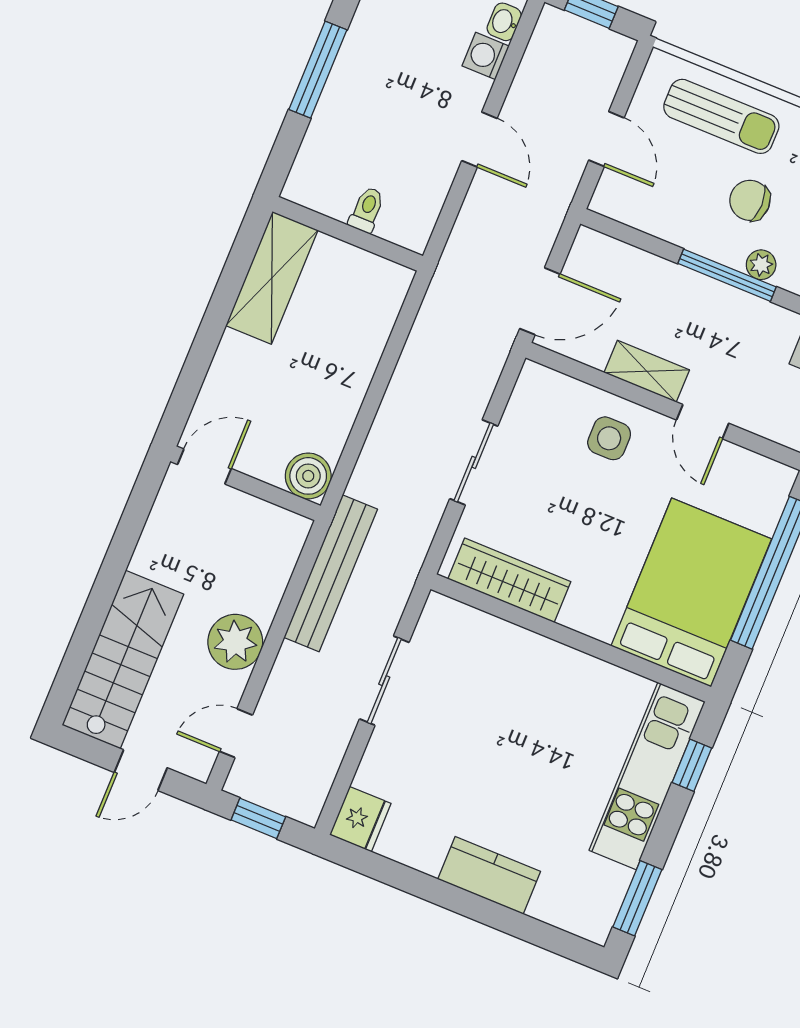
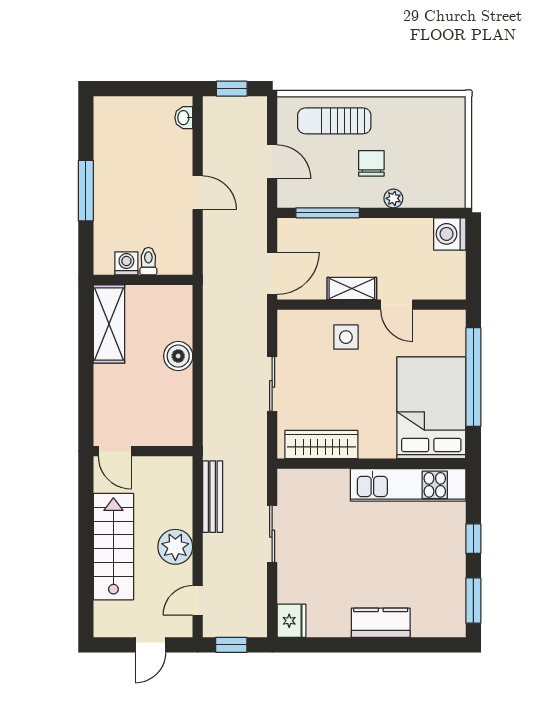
washing machine: (486, 56) -> (126, 263), moved, turned 90
sun lounger: (721, 116) -> (334, 121), turned 180
chair: (750, 200) -> (371, 163), turned 90
window: (727, 275) -> (328, 213), moved
door: (204, 467) -> (115, 451), swing flipped
boiler: (308, 476) -> (178, 356), moved
bench: (331, 573) -> (213, 497), width x0.73, depth x0.82
stairs: (123, 660) -> (113, 547), moved
window: (692, 765) -> (473, 539), moved
kitchen unit: (647, 776) -> (408, 485), moved, turned -90

